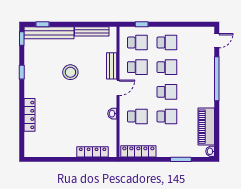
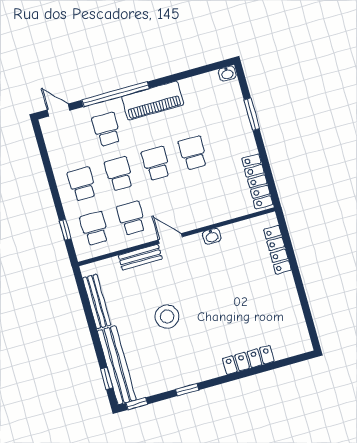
school desk: (137, 116) -> (107, 129), moved
piano: (206, 127) -> (153, 101), moved

